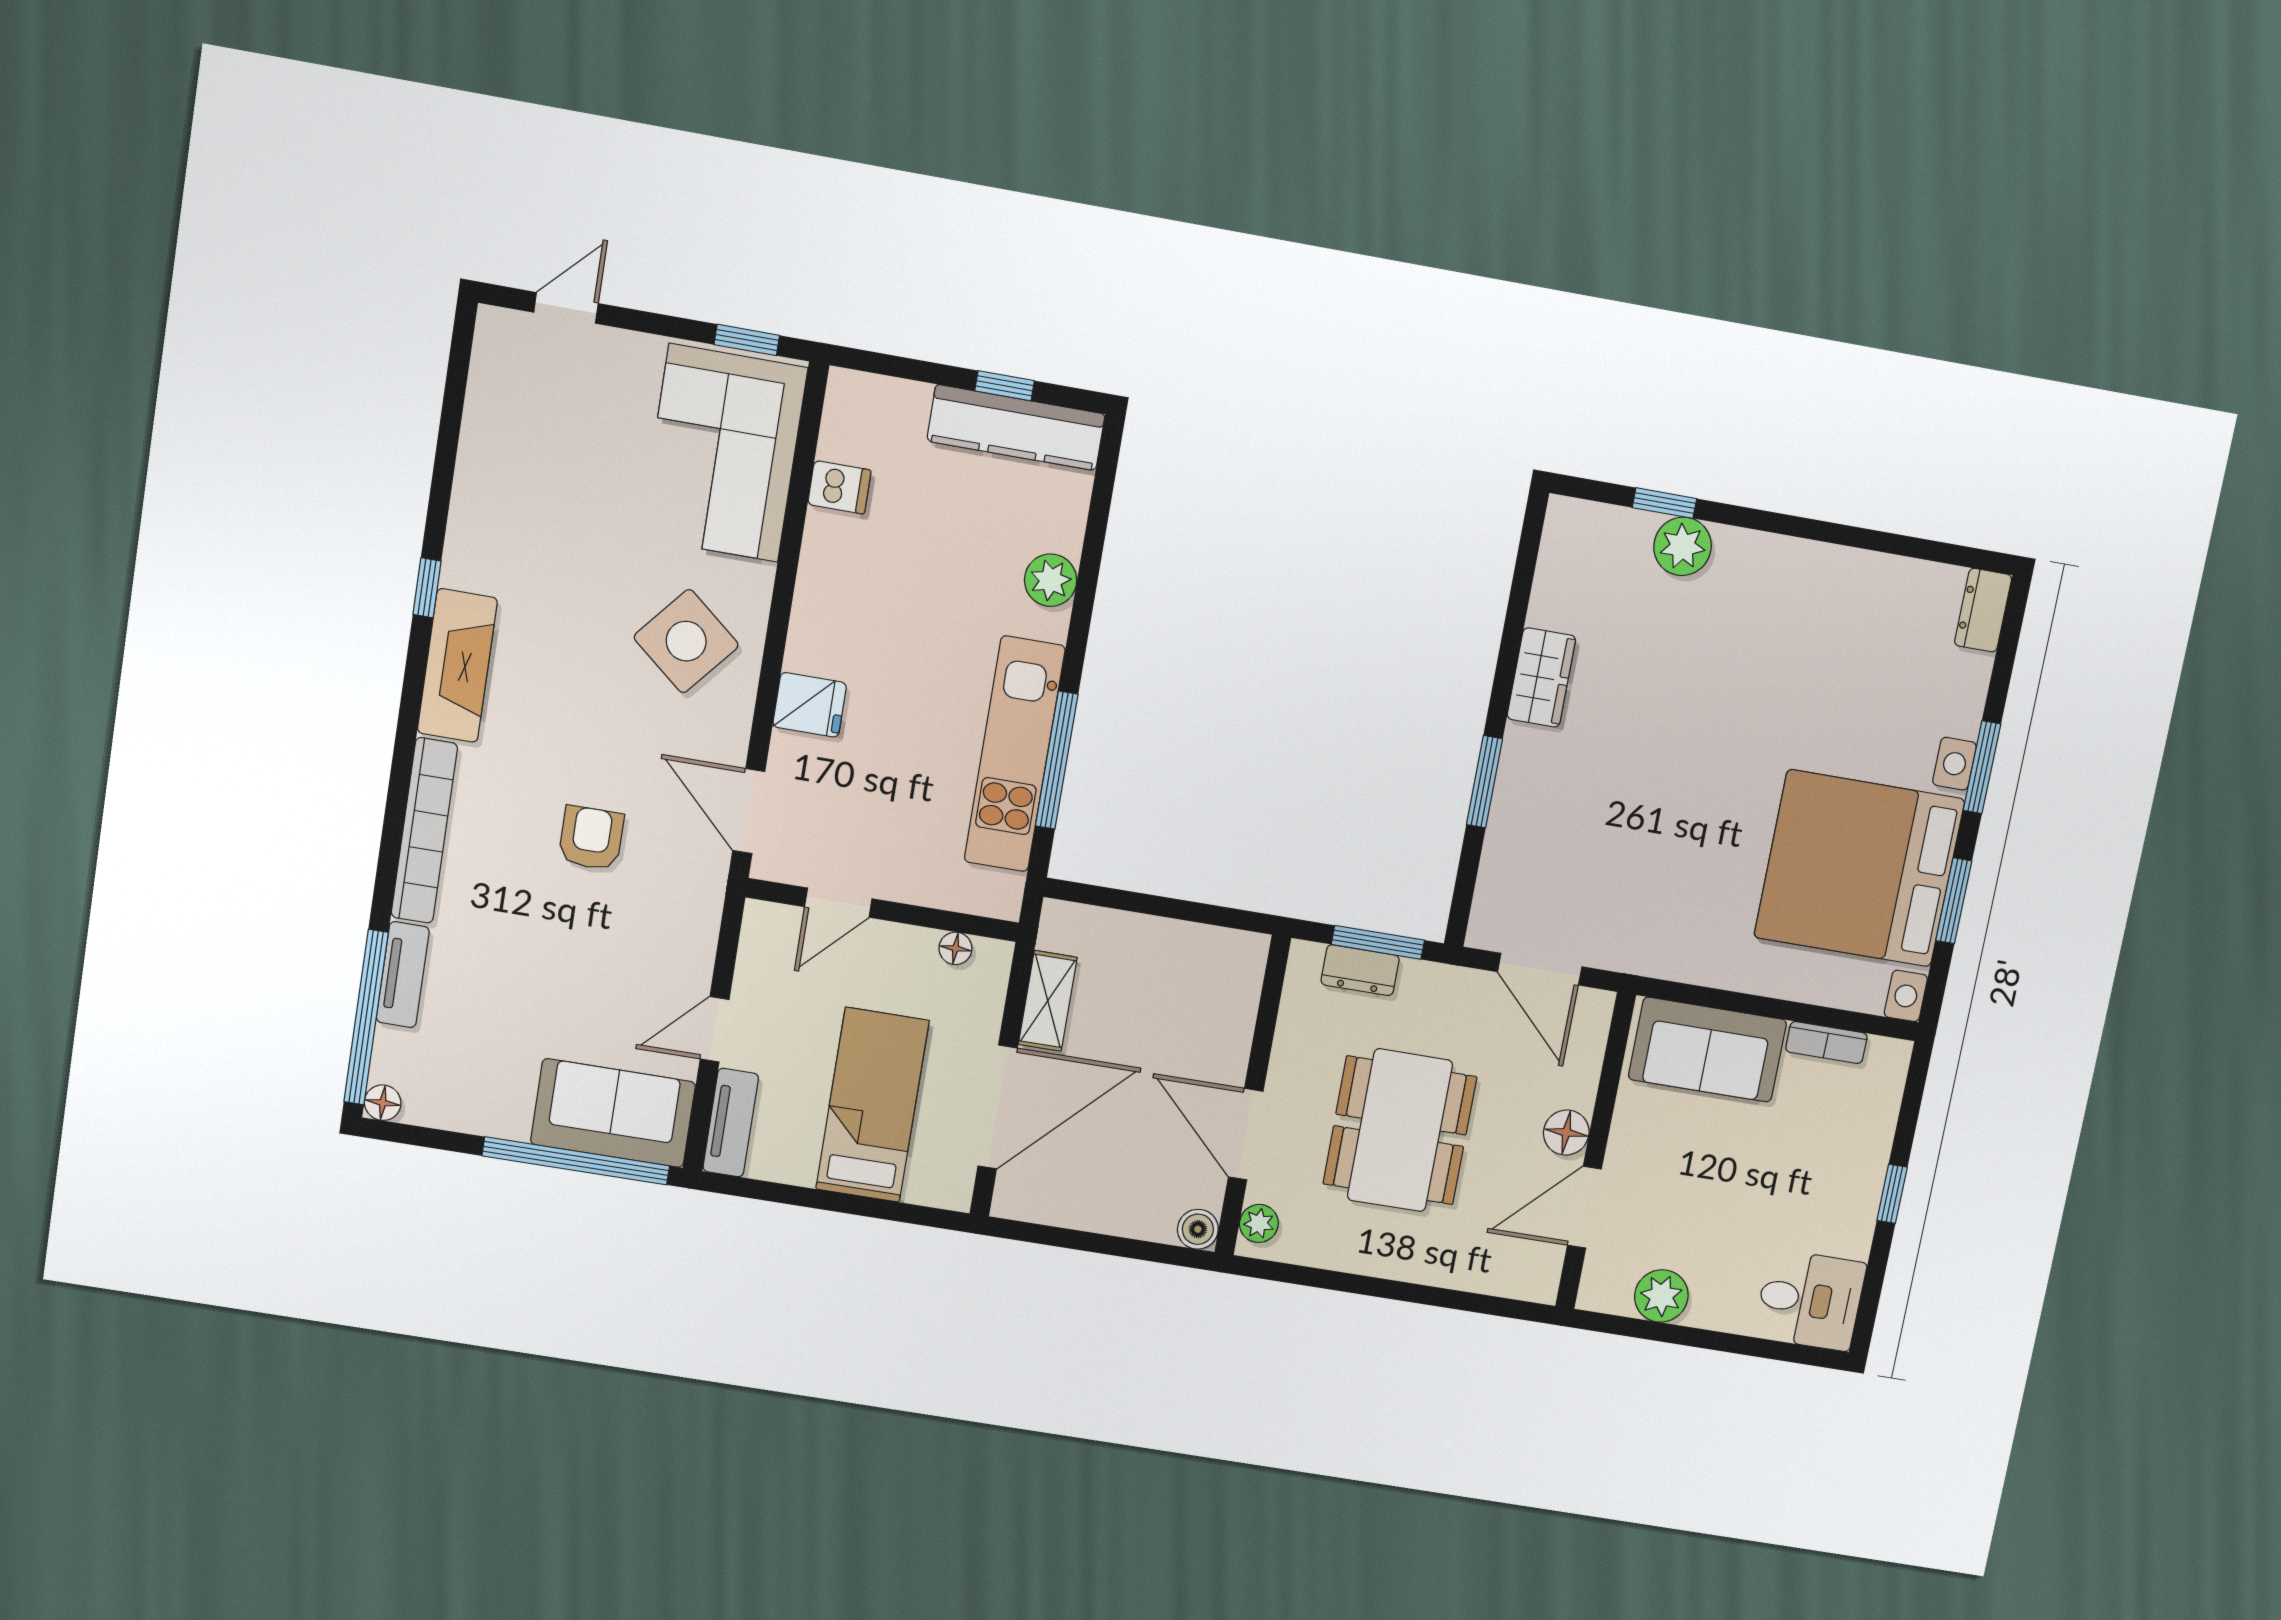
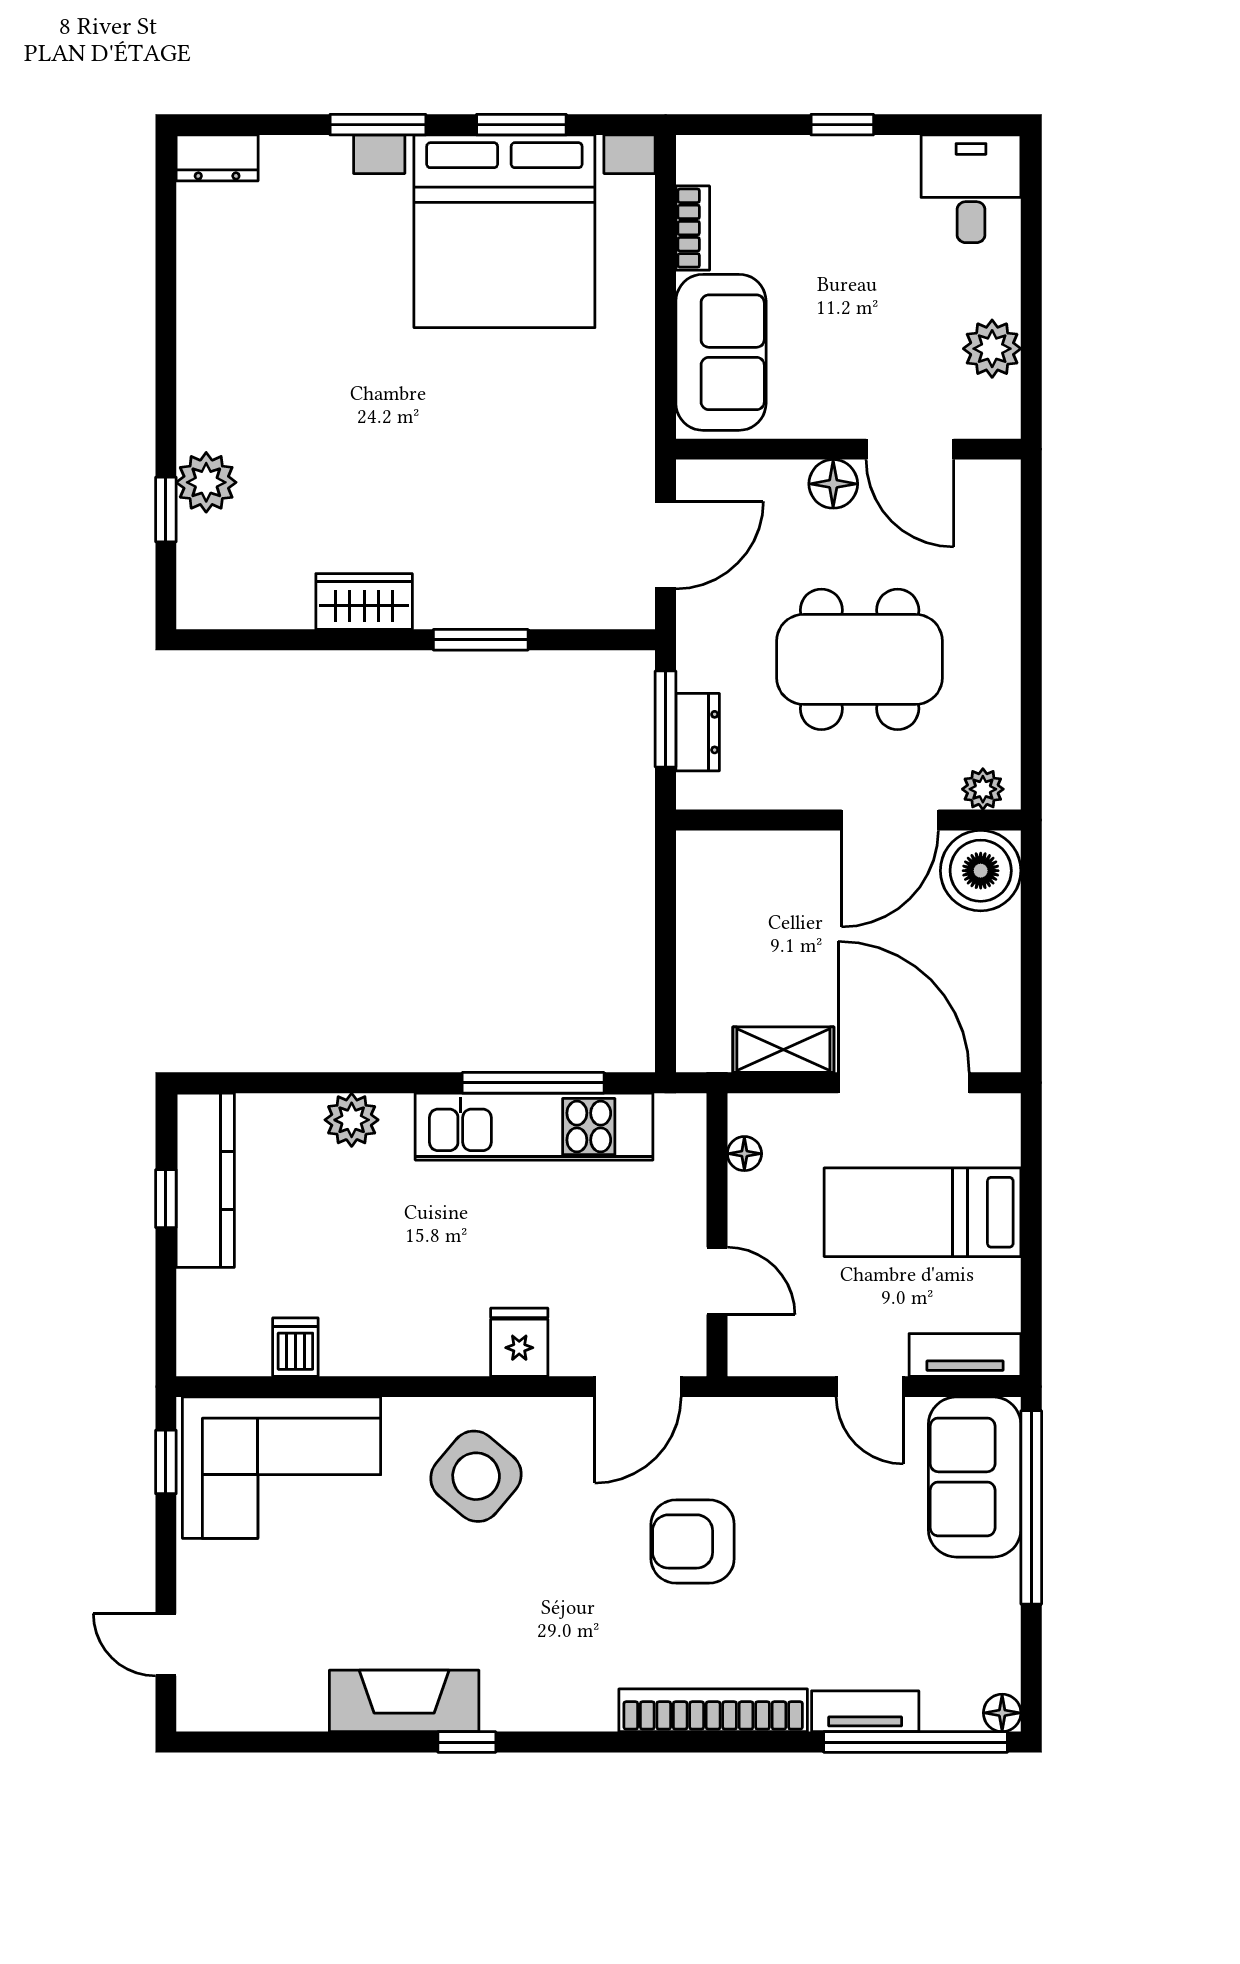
fireplace: (457, 666) -> (404, 1701), moved
armchair: (591, 838) -> (693, 1541), width x1.38, depth x1.38
boiler: (1198, 1229) -> (981, 871), width x1.86, depth x1.86

